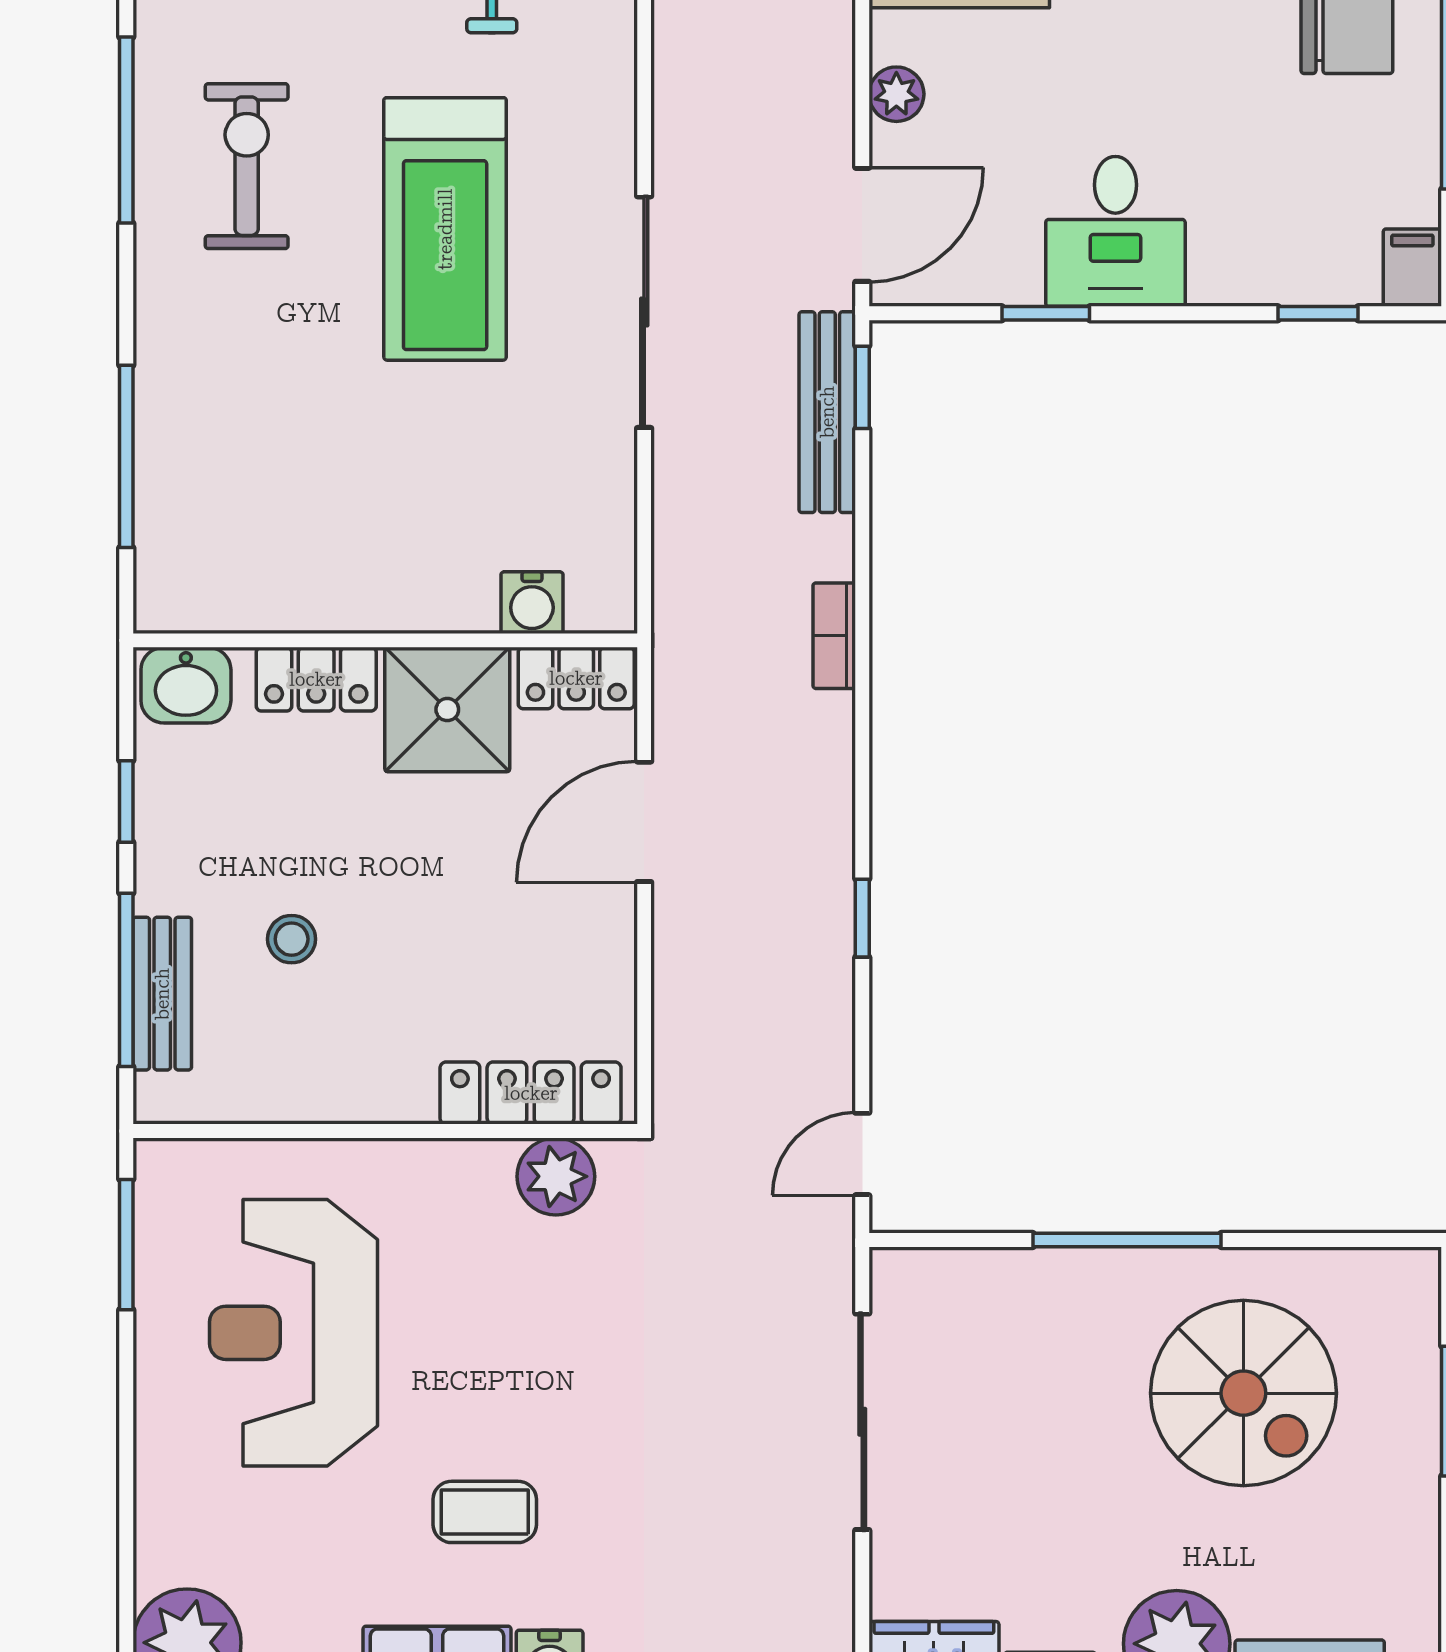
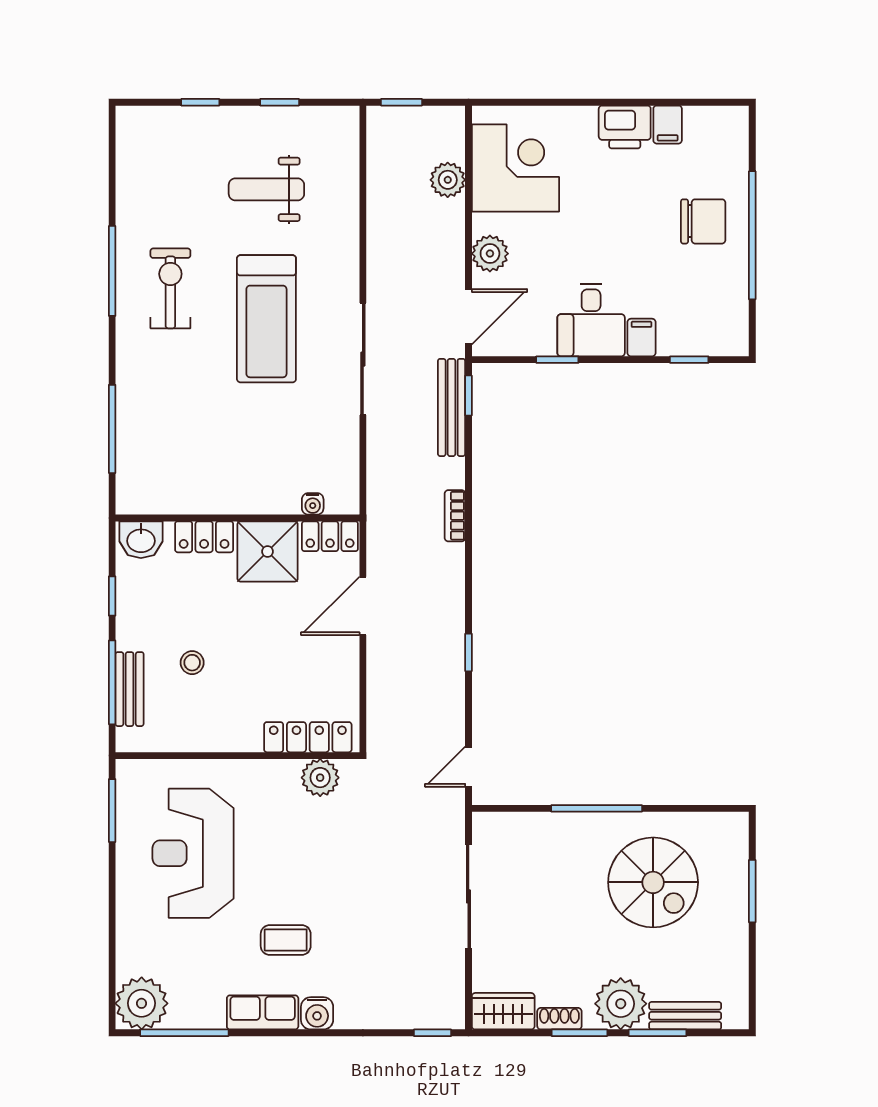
plant: (896, 94) -> (490, 254), width x1.38, depth x1.38
filing cabinet: (1412, 268) -> (642, 338), moved
water cooler: (532, 603) -> (313, 504), width x0.72, depth x0.72

